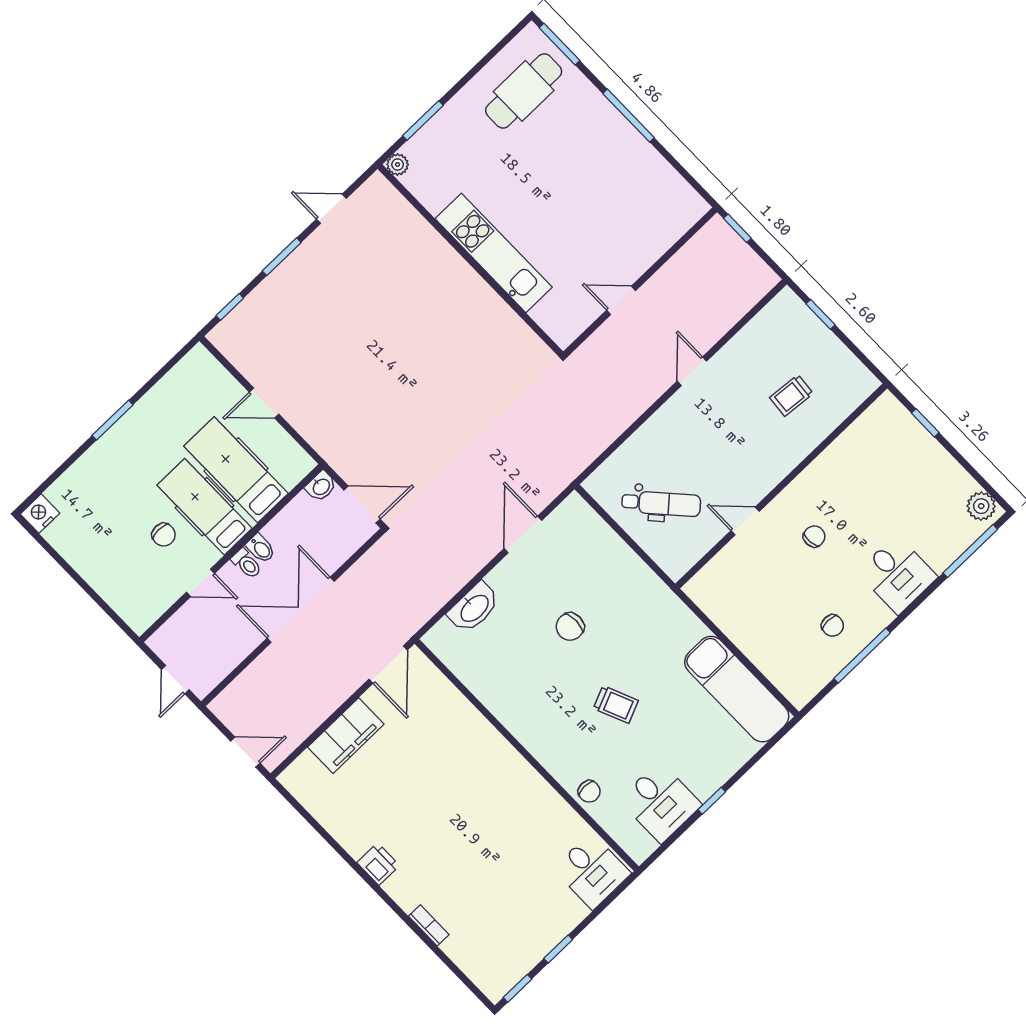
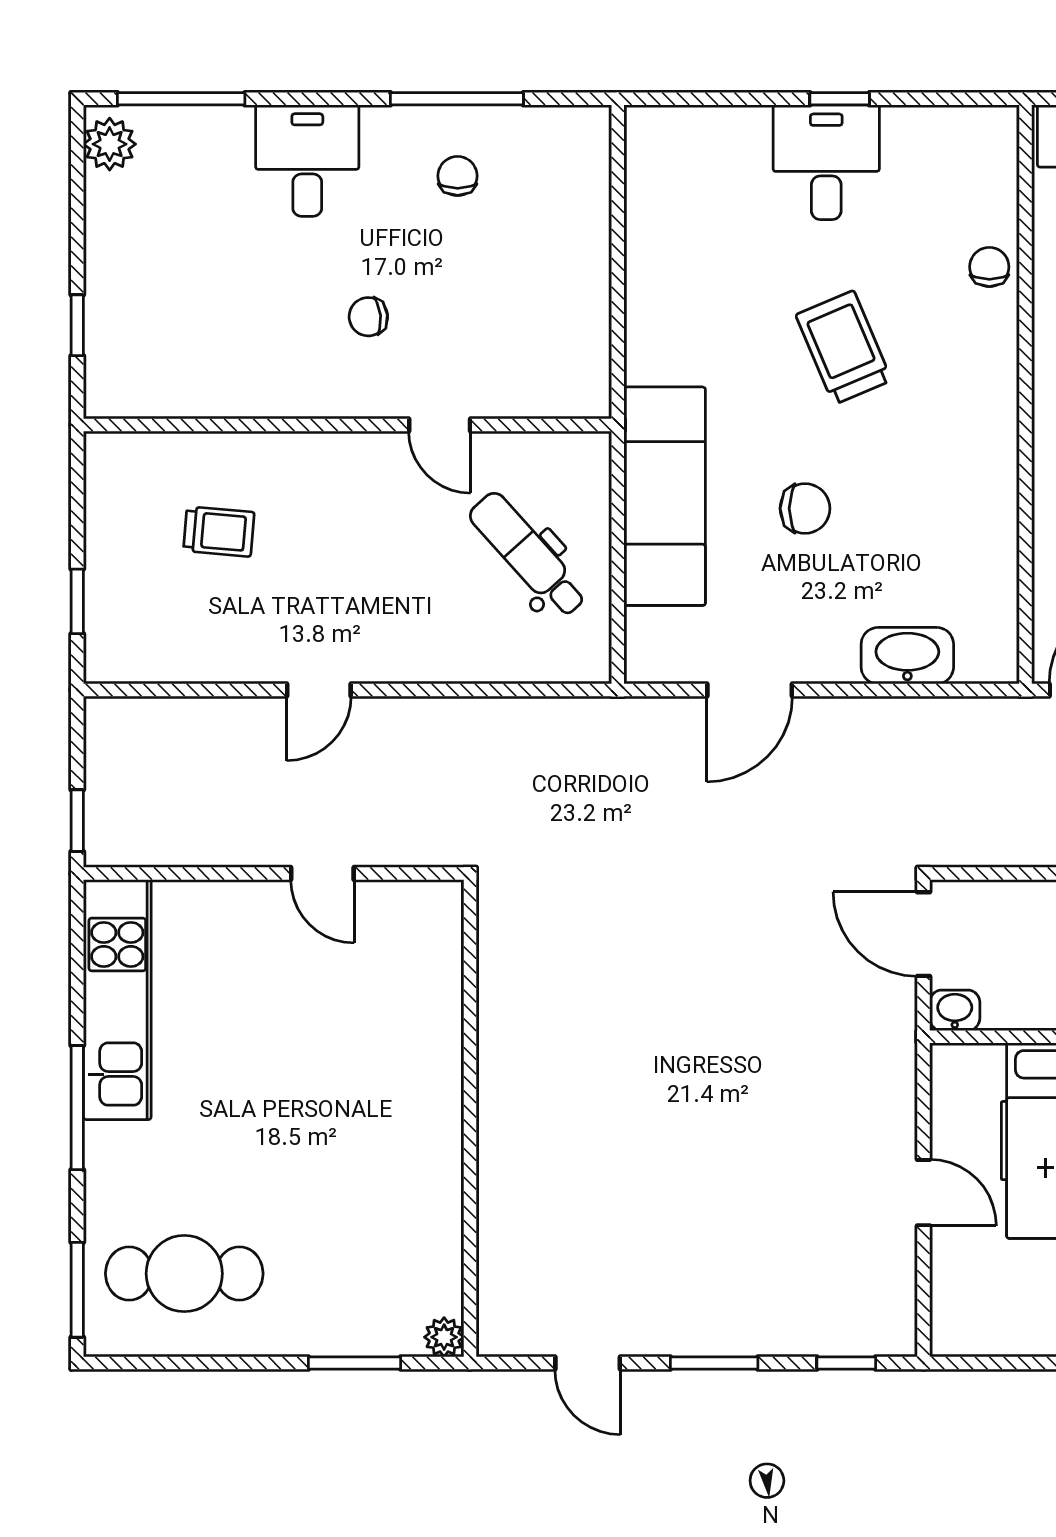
kitchen unit: (494, 253) -> (117, 1000), moved, turned 180
exam couch: (737, 689) -> (665, 496), moved
trolley: (616, 705) -> (844, 348), width x1.36, depth x1.39
desk: (660, 802) -> (826, 162), moved

